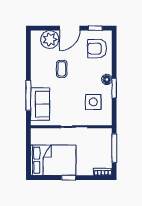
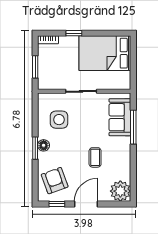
plant: (50, 39) -> (120, 191), moved
armchair: (97, 49) -> (55, 181), turned -110
window: (114, 88) -> (35, 148), moved
window: (114, 148) -> (35, 67), width x0.69
window: (69, 178) -> (74, 33), moved

